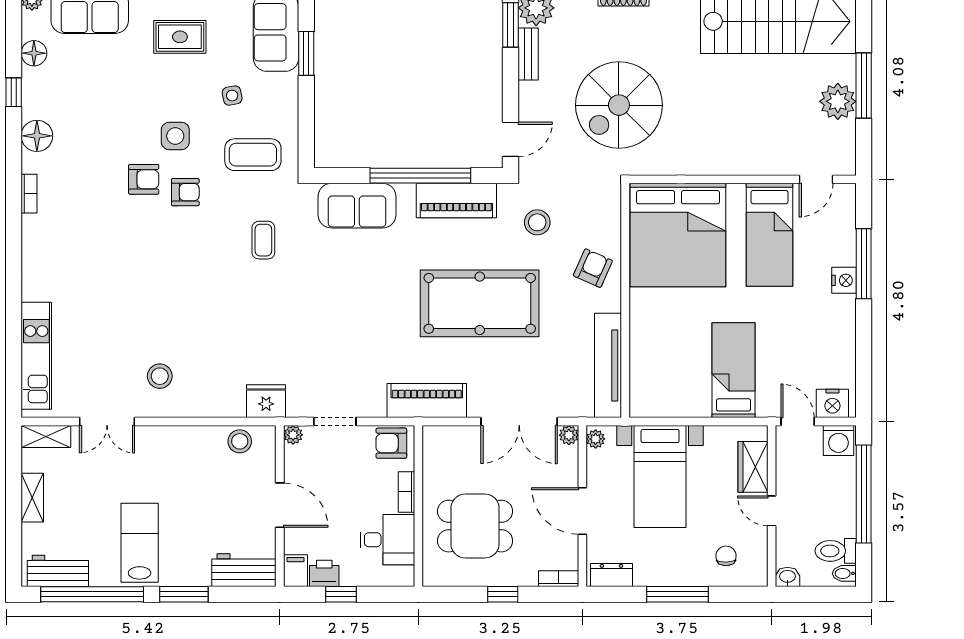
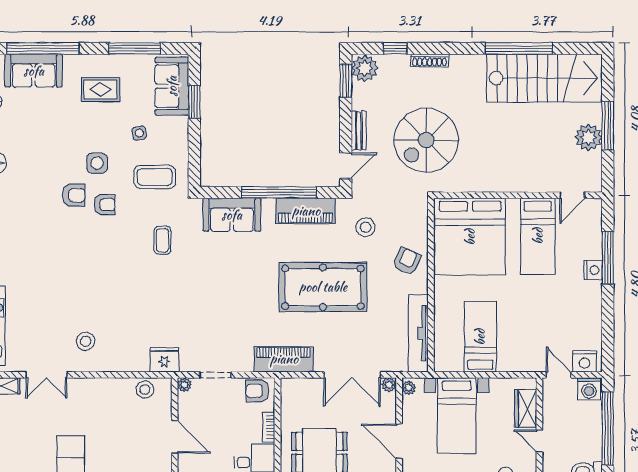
bench: (528, 54) -> (359, 130), moved
bed: (733, 370) -> (480, 337), moved

